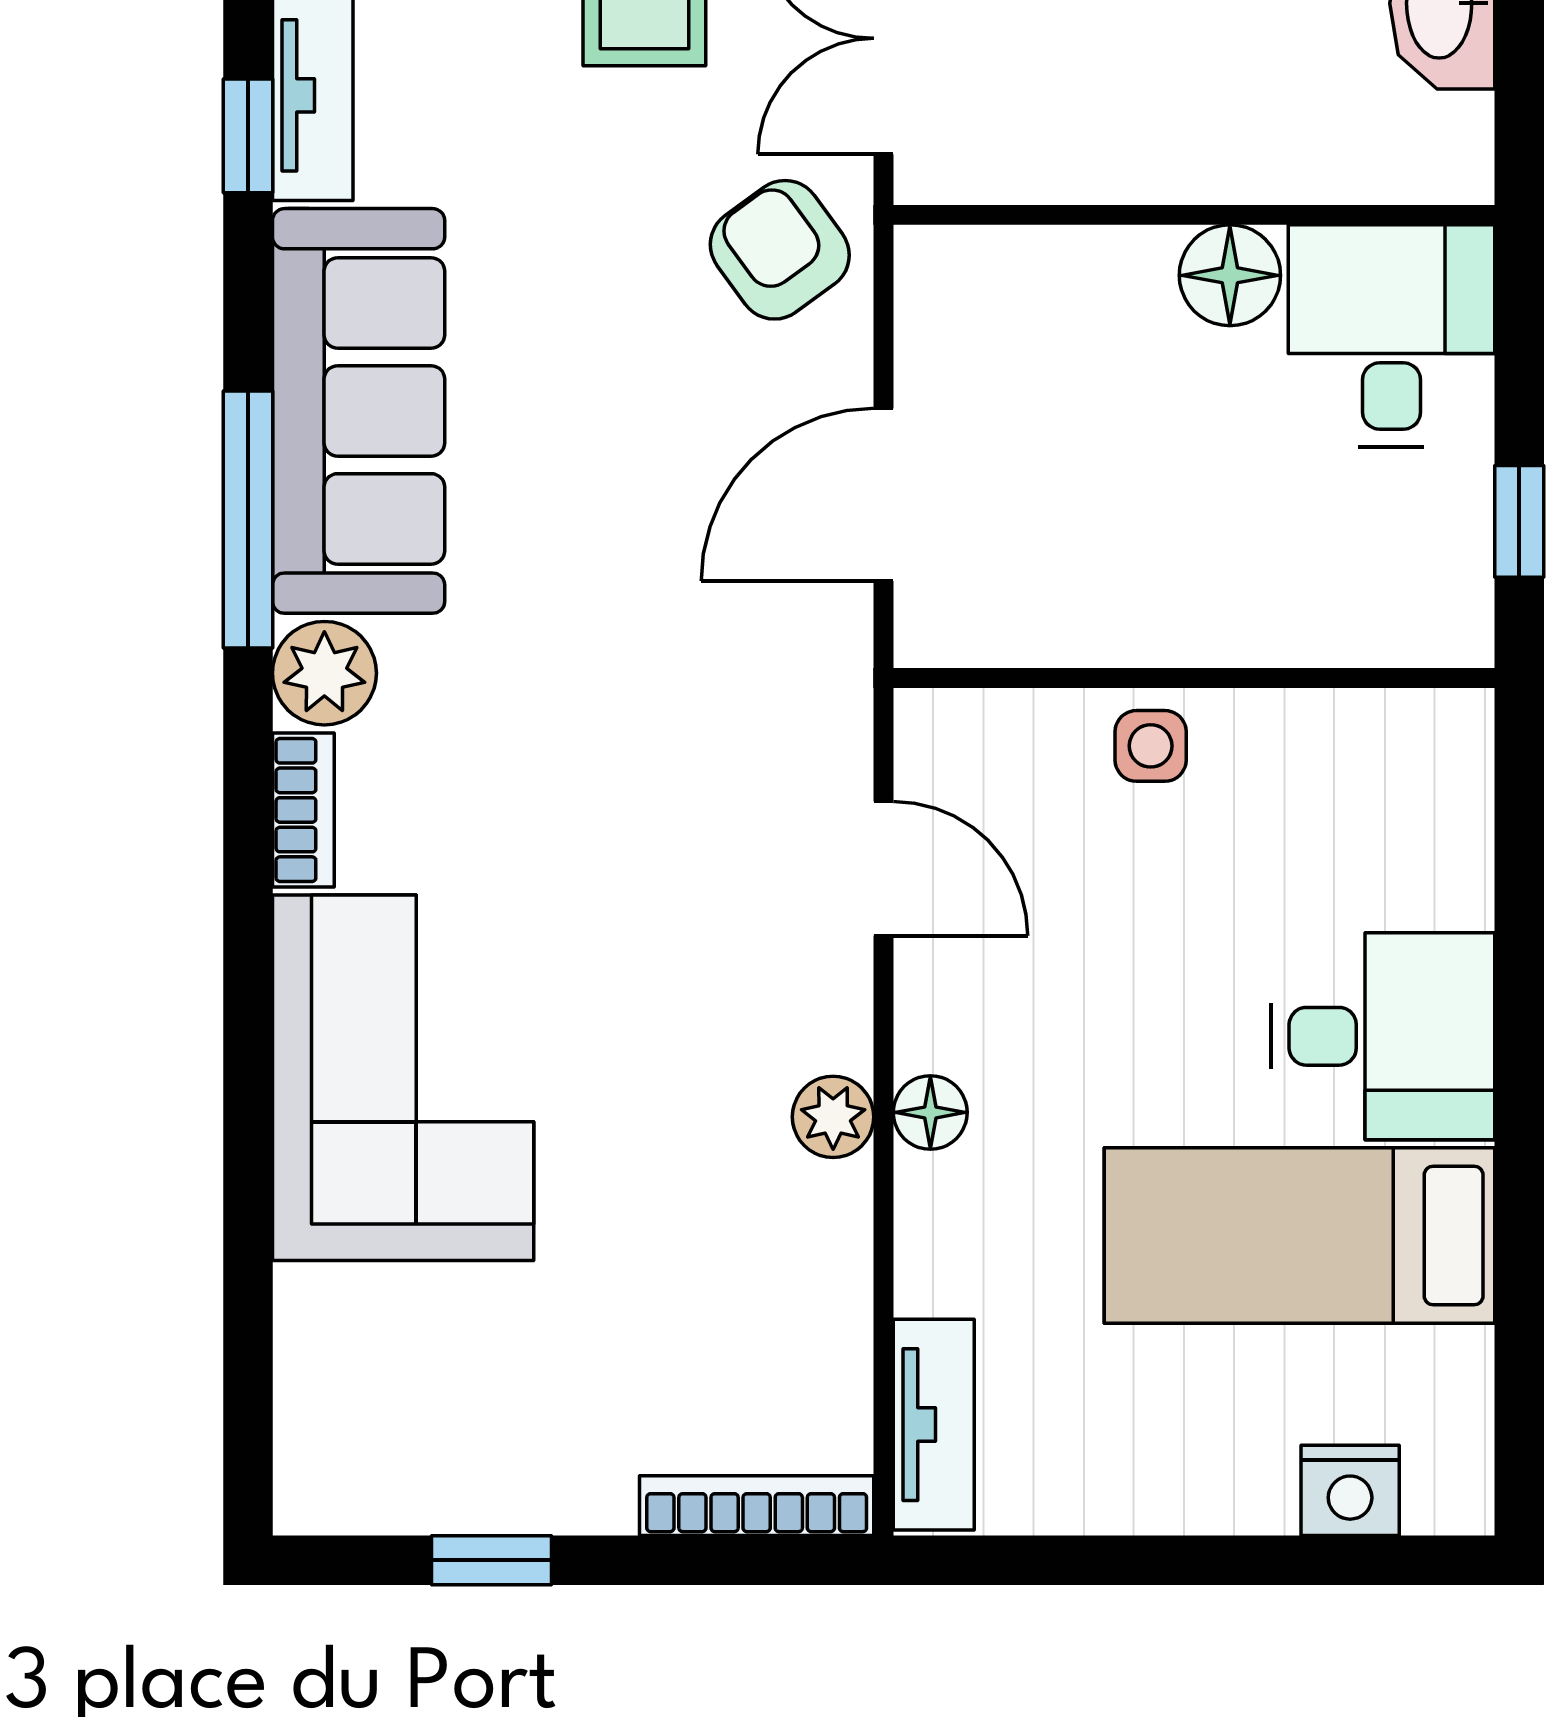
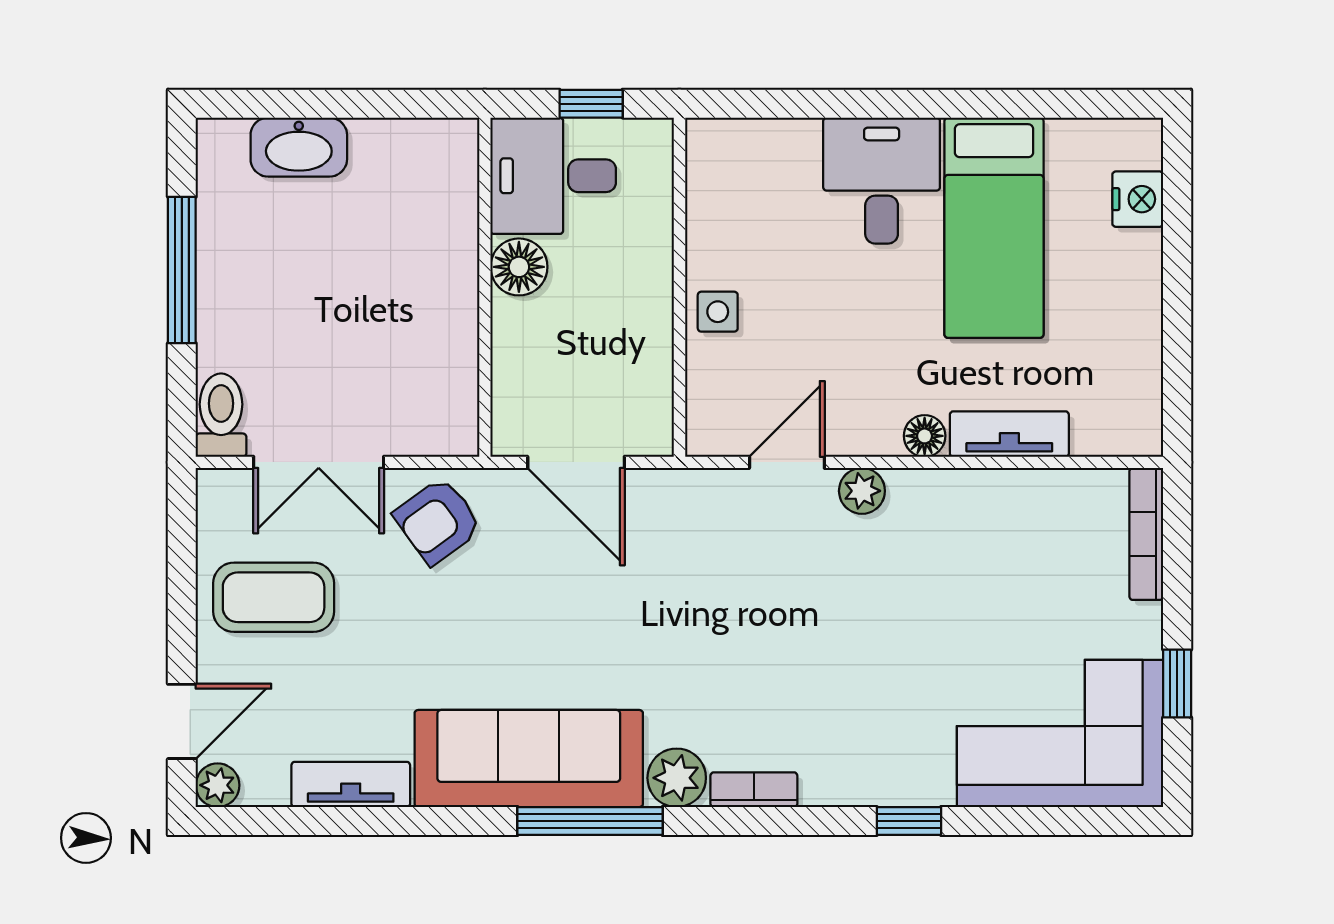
window: (248, 136) -> (909, 821), moved
wall: (1194, 215) -> (485, 287), moved
floor lamp: (1230, 275) -> (519, 267), moved
desk: (1391, 336) -> (553, 176), moved
corner sofa: (403, 1078) -> (1060, 733), moved
plant: (833, 1117) -> (862, 491), moved
tv unit: (934, 1425) -> (1009, 434), moved

